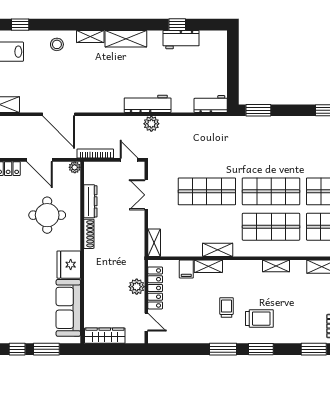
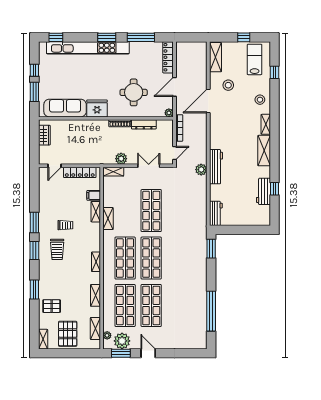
stool: (37, 87) -> (228, 85), added
plant: (137, 287) -> (121, 159), moved
wardrobe: (105, 336) -> (44, 135), width x0.67

